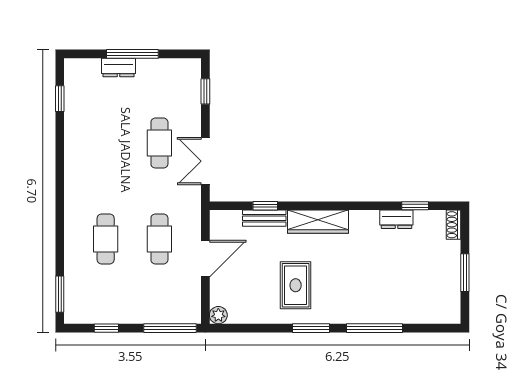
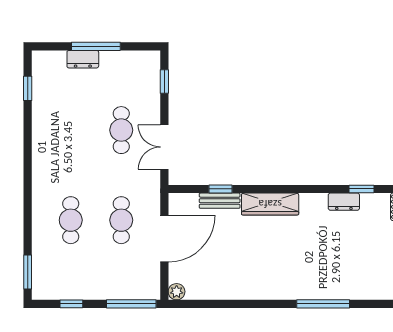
door: (205, 259) -> (164, 239), width x1.36
rug: (296, 285) -> (249, 264), removed
window: (311, 328) -> (264, 304), removed

